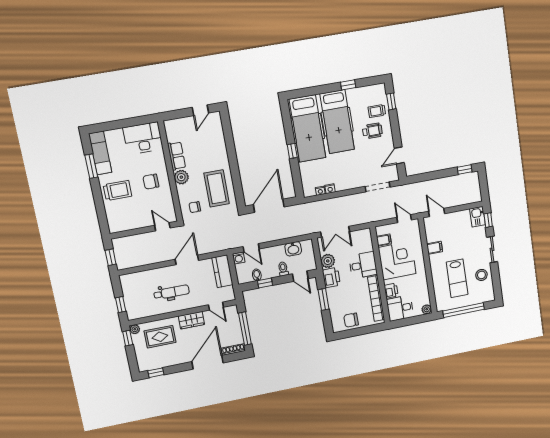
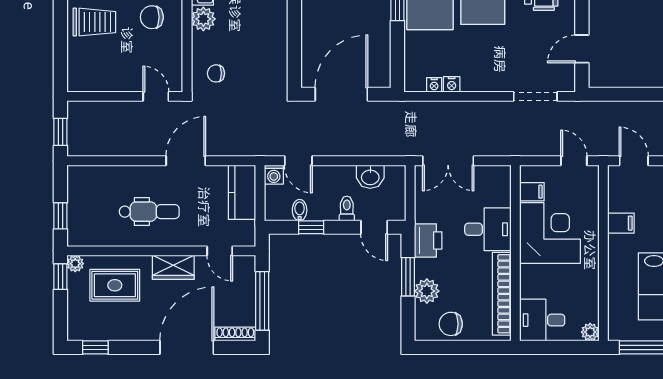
coffee table: (217, 188) -> (258, 48), removed
plant: (328, 261) -> (427, 291), moved
printer: (391, 291) -> (531, 285), removed

